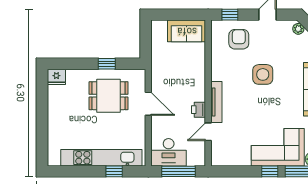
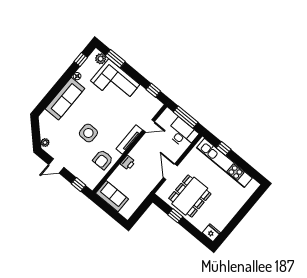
armchair: (239, 39) -> (103, 160), moved
dining table: (109, 96) -> (190, 196), width x1.38
printer: (199, 110) -> (128, 163), moved
window: (270, 171) -> (153, 90), moved

